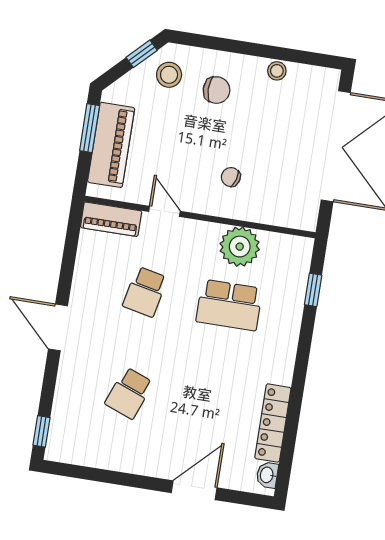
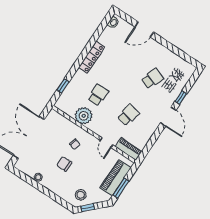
chair: (217, 90) -> (64, 164), moved
school desk: (229, 305) -> (98, 95), width x0.54
locker: (273, 423) -> (92, 57), moved
window: (41, 431) -> (181, 98), moved

